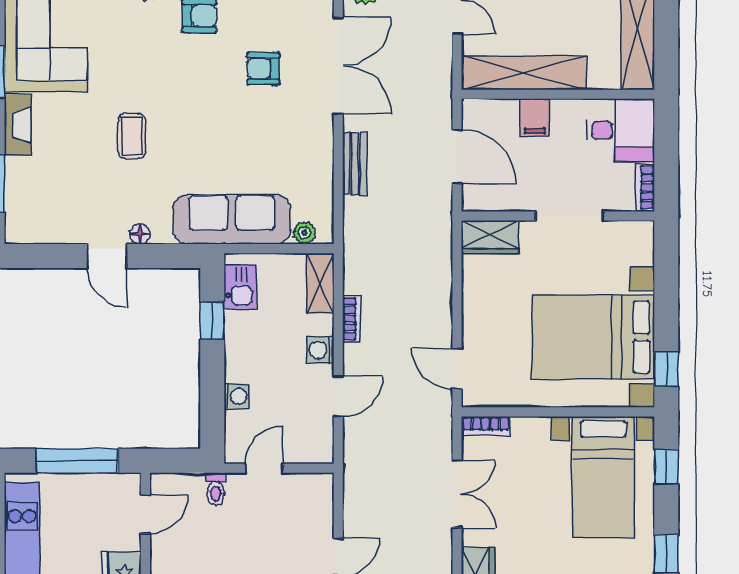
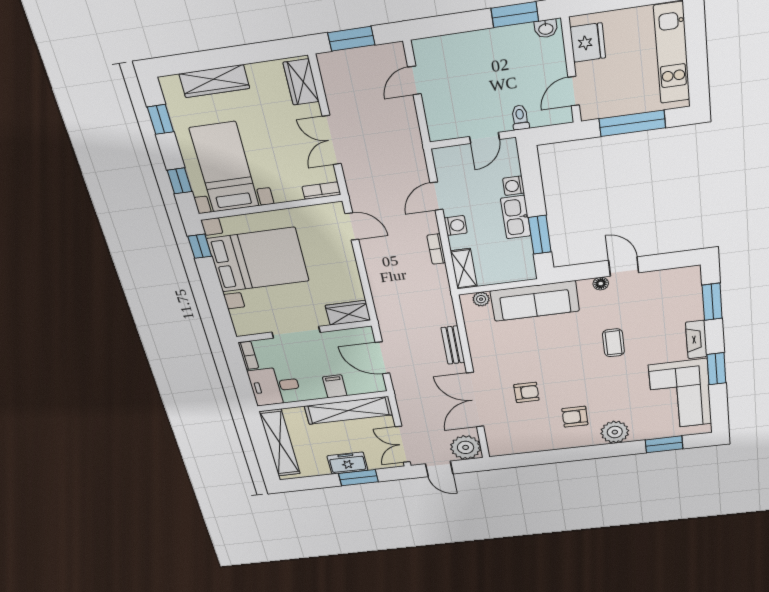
kitchen sink: (240, 287) -> (516, 217), moved, width x1.38
window: (212, 320) -> (540, 235), width x1.50

